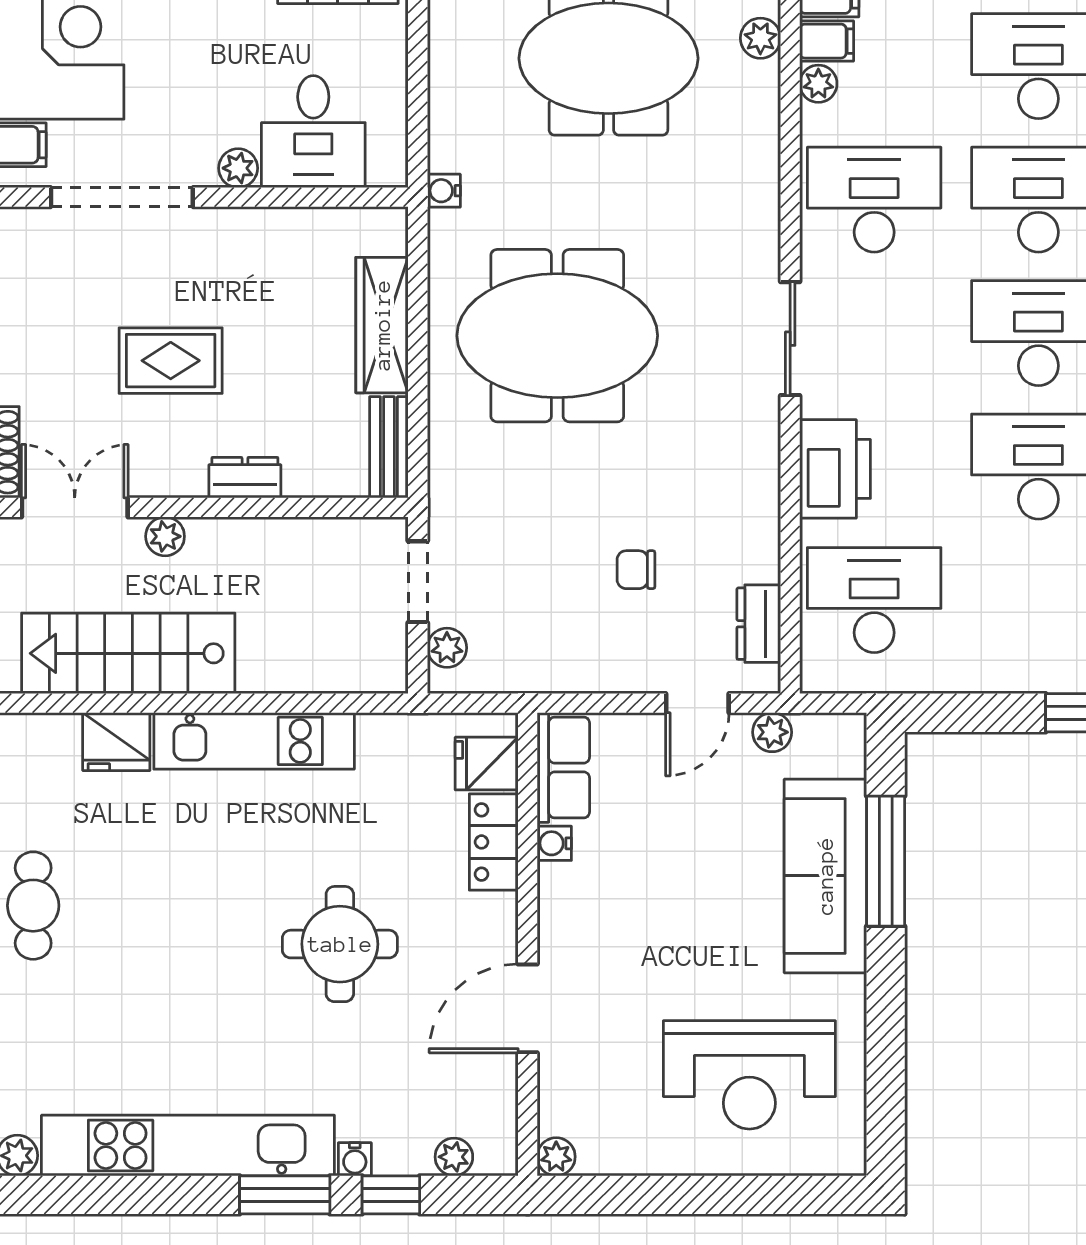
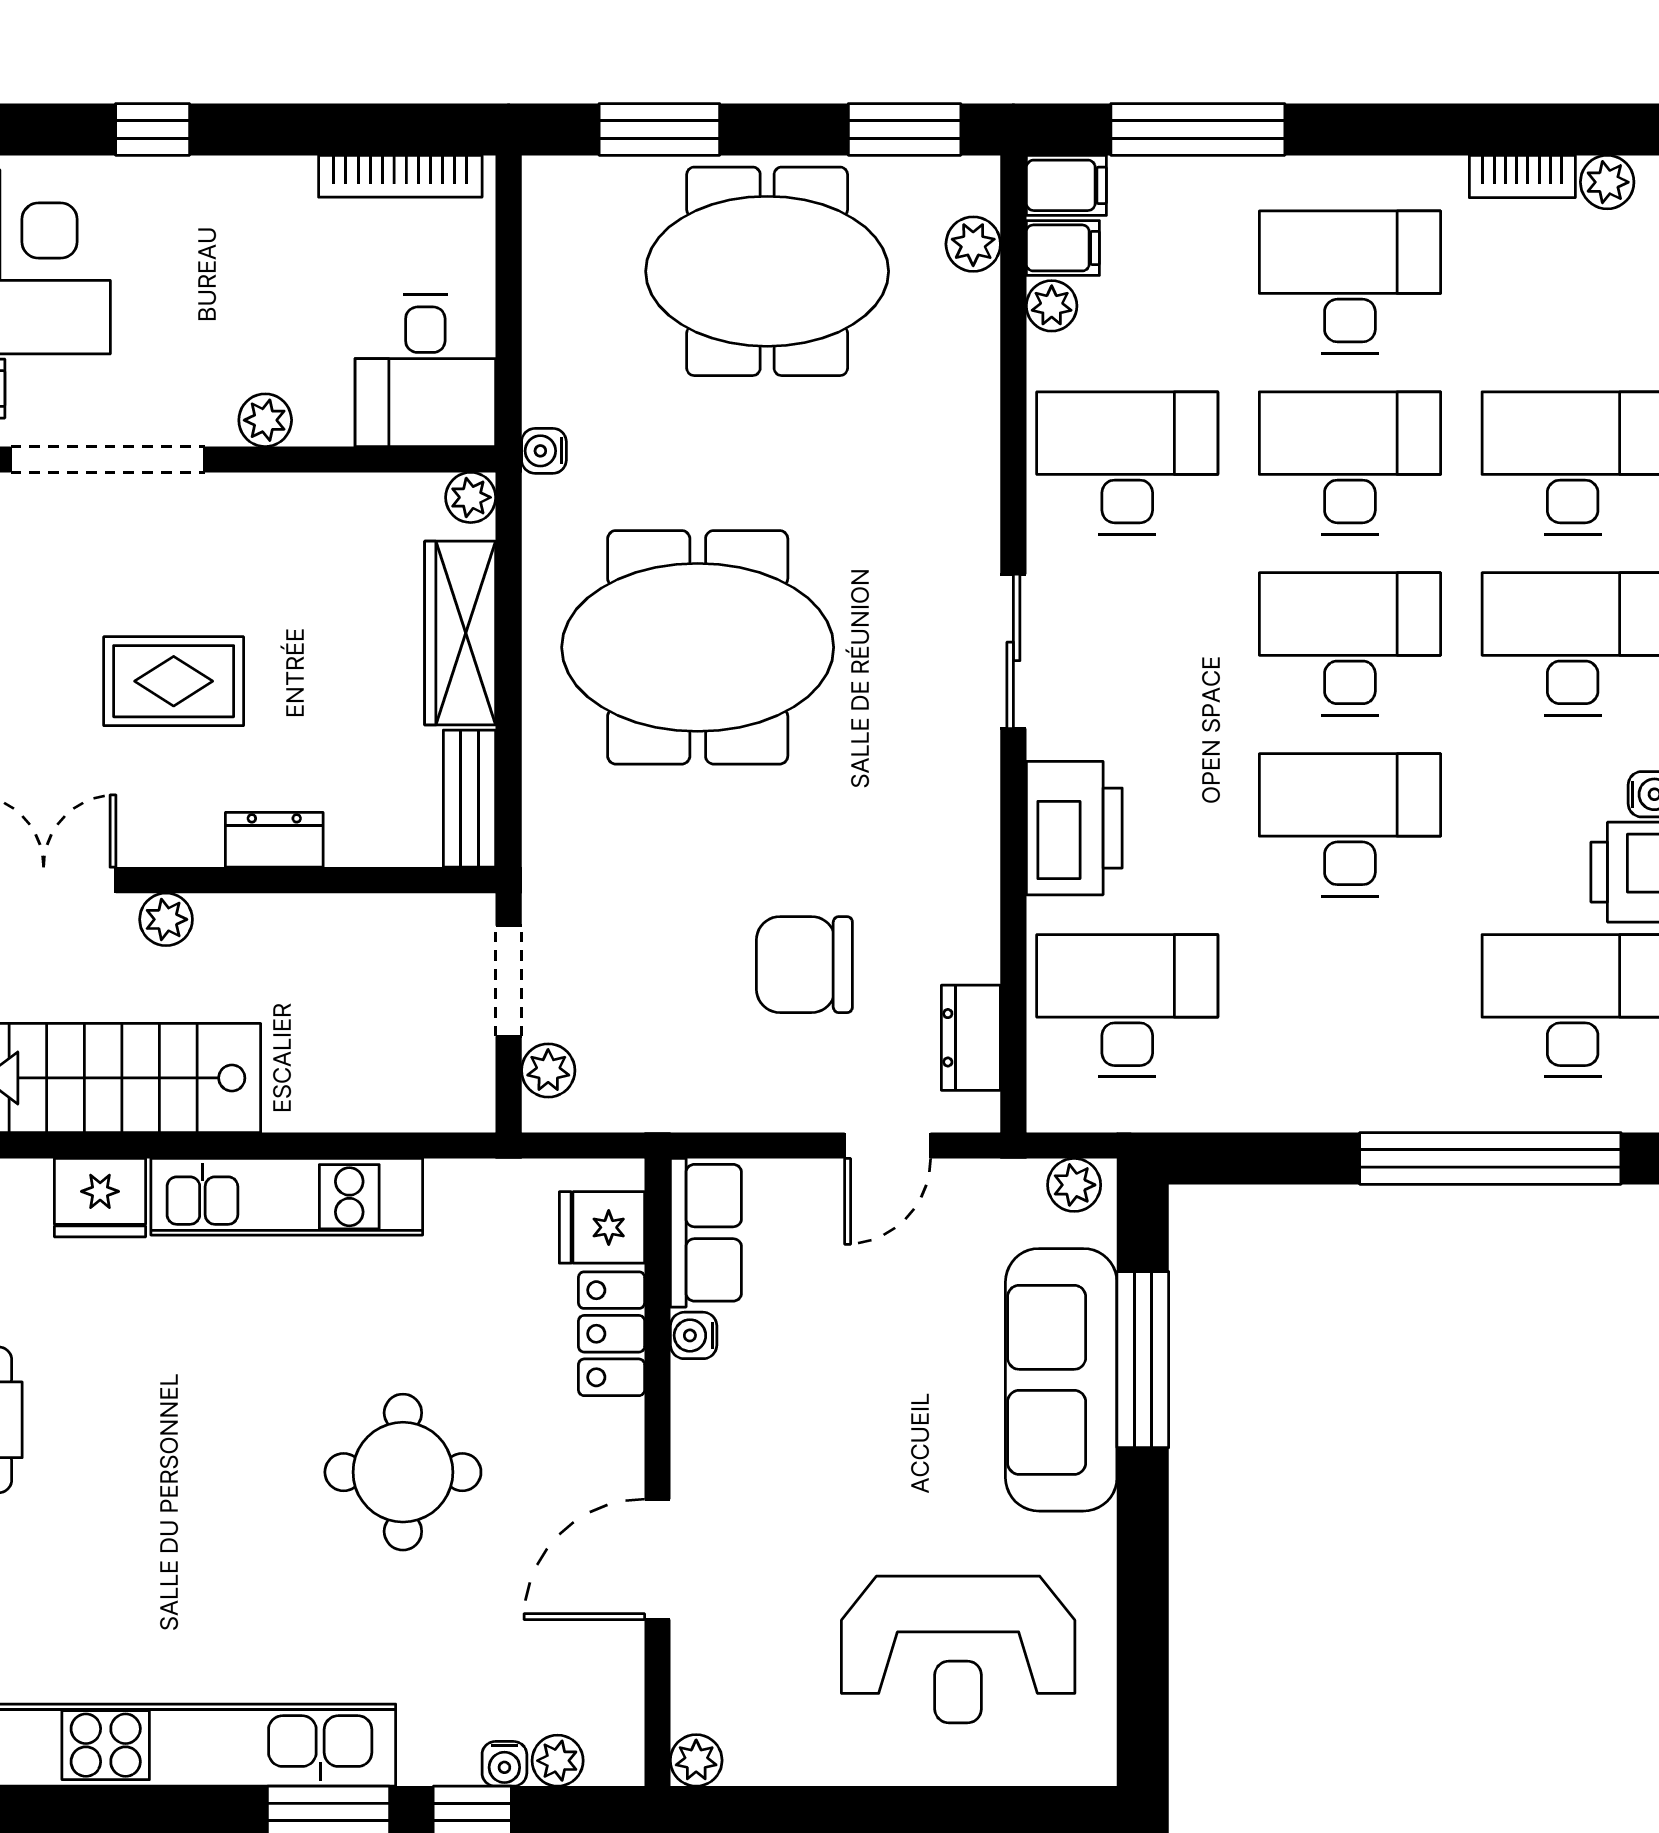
desk: (313, 132) -> (425, 371), moved
plant: (390, 225) -> (471, 497), added
chair: (636, 570) -> (804, 965), width x1.87, depth x1.87
plant: (772, 732) -> (1074, 1185), moved
water cooler: (355, 1159) -> (504, 1764), moved

